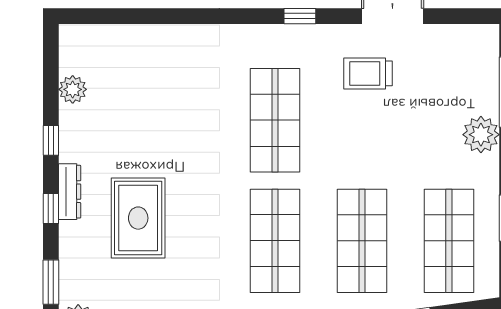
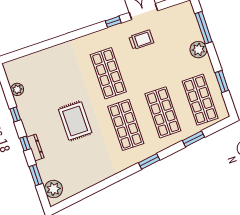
window: (300, 16) -> (113, 22), moved
trolley: (368, 73) -> (141, 40), turned 180
dresser: (70, 192) -> (35, 148), moved
rug: (138, 218) -> (75, 121), moved

